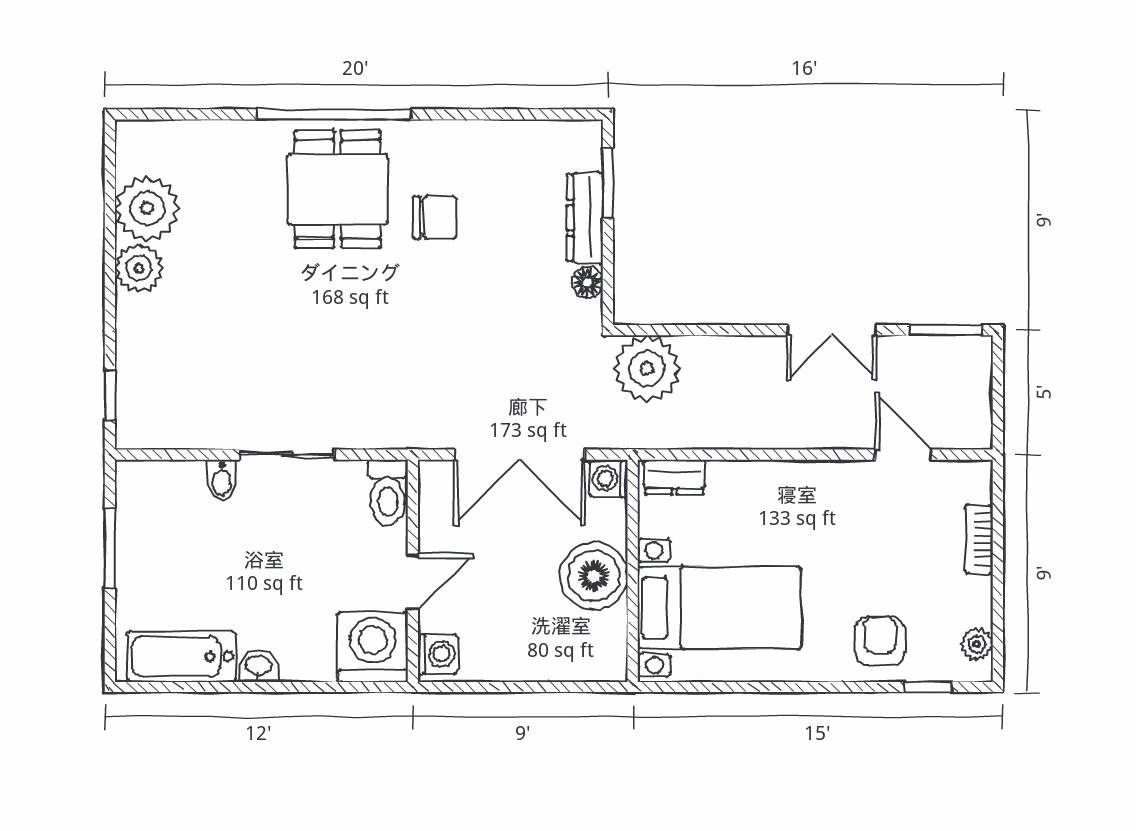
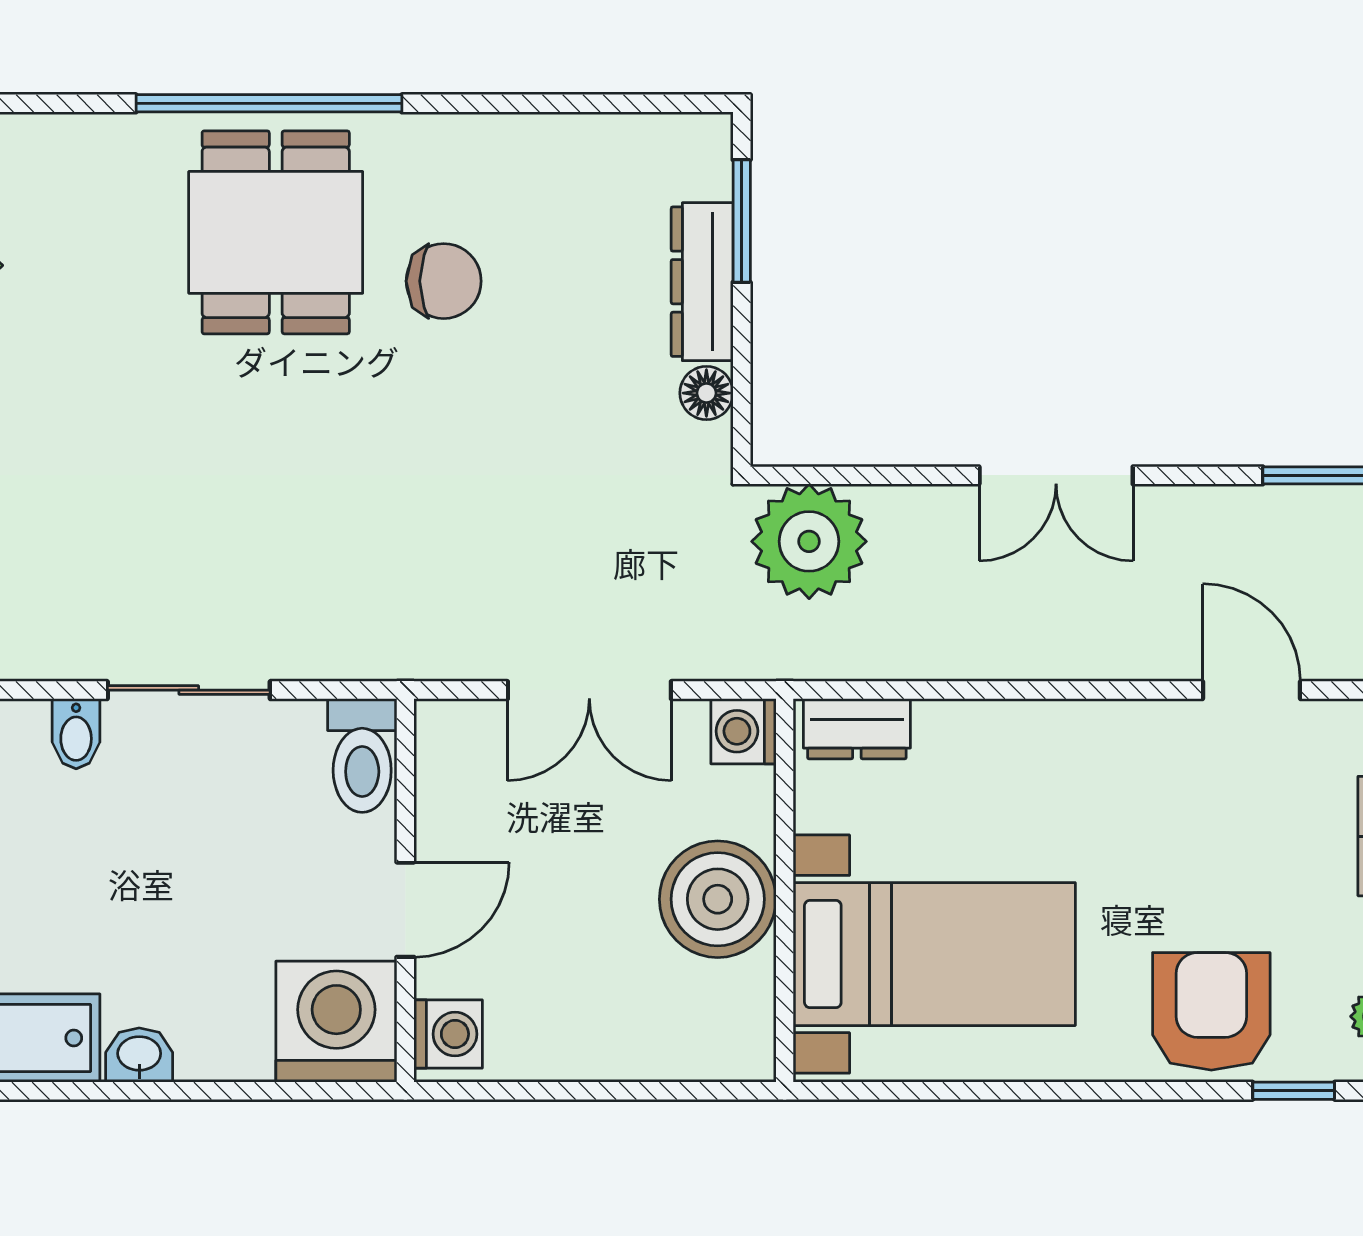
double door: (832, 330) -> (1056, 475), moved
double door: (519, 455) -> (589, 690), width x0.73
armchair: (880, 641) -> (1211, 1011), width x1.38, depth x1.38

